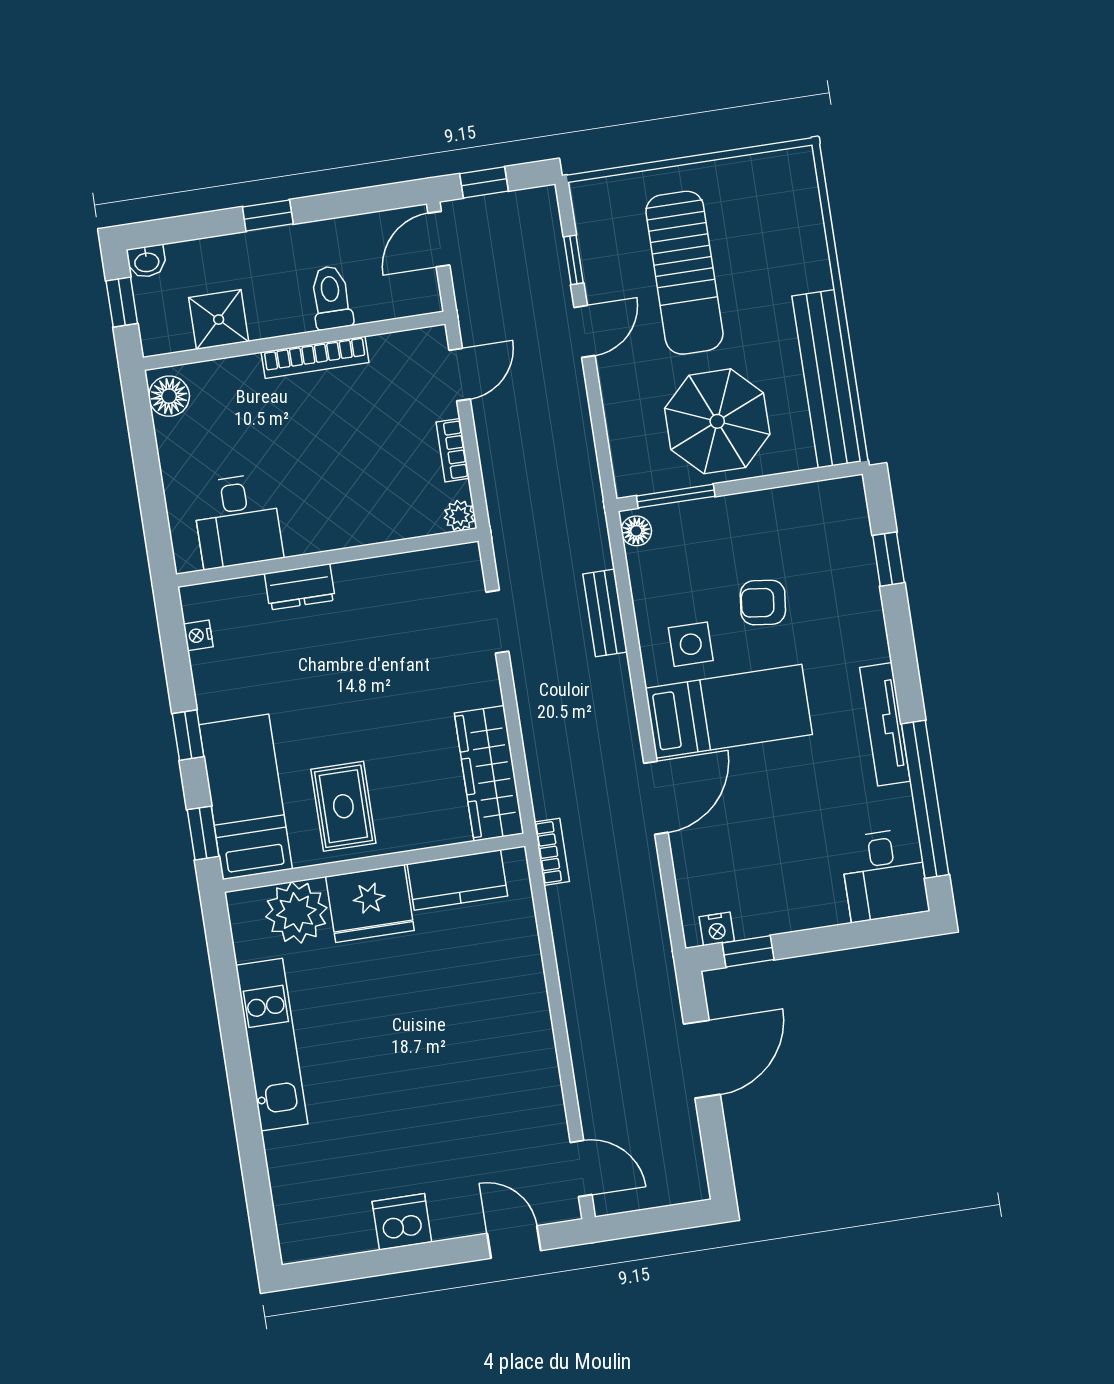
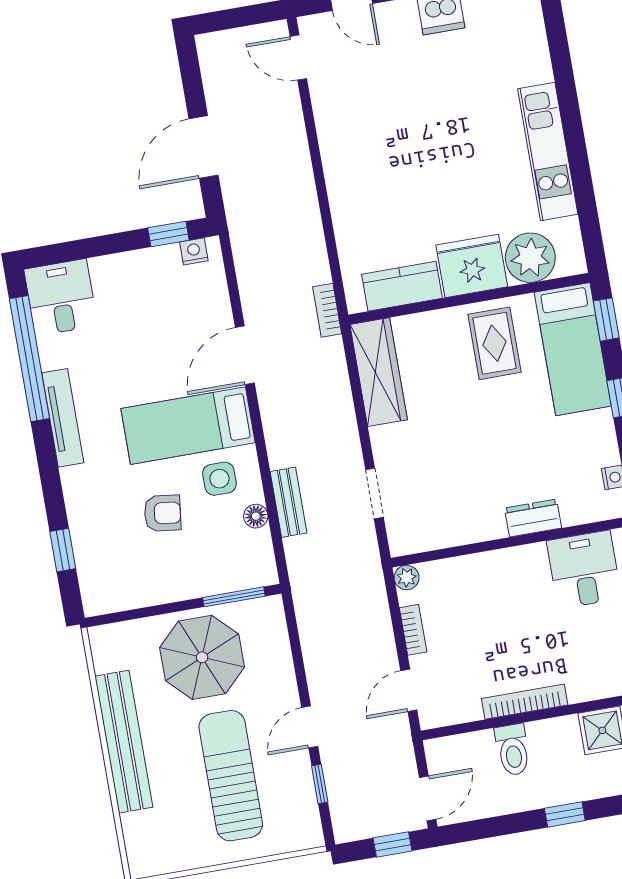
bench: (827, 379) -> (124, 742), moved
floor lamp: (636, 531) -> (256, 516), moved

